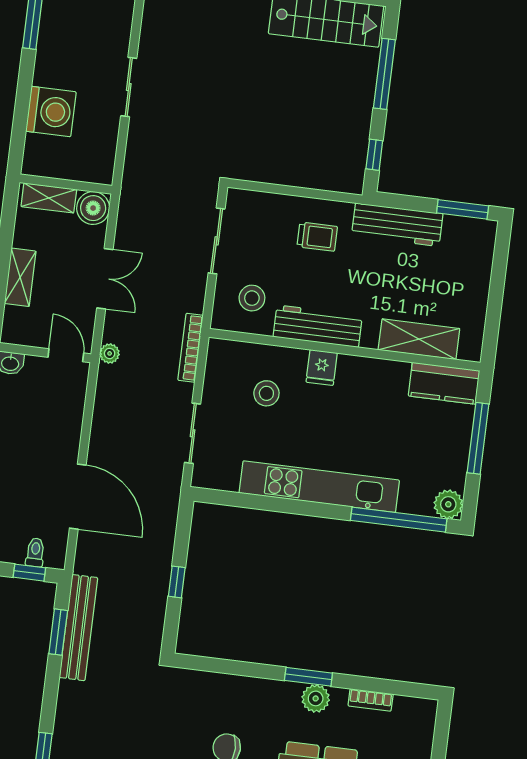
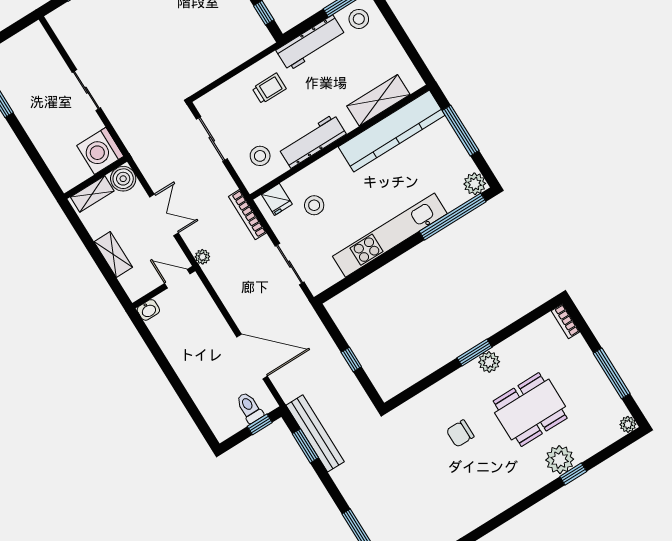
washing machine: (51, 112) -> (100, 151), moved, turned 180
stool: (466, 240) -> (359, 19), added
fridge: (322, 367) -> (277, 199), moved
kitchen counter: (444, 383) -> (392, 131), width x2.08, depth x1.17
toilet: (35, 552) -> (249, 407), width x1.37, depth x1.39
bookcase: (371, 700) -> (566, 321), moved, turned 90

